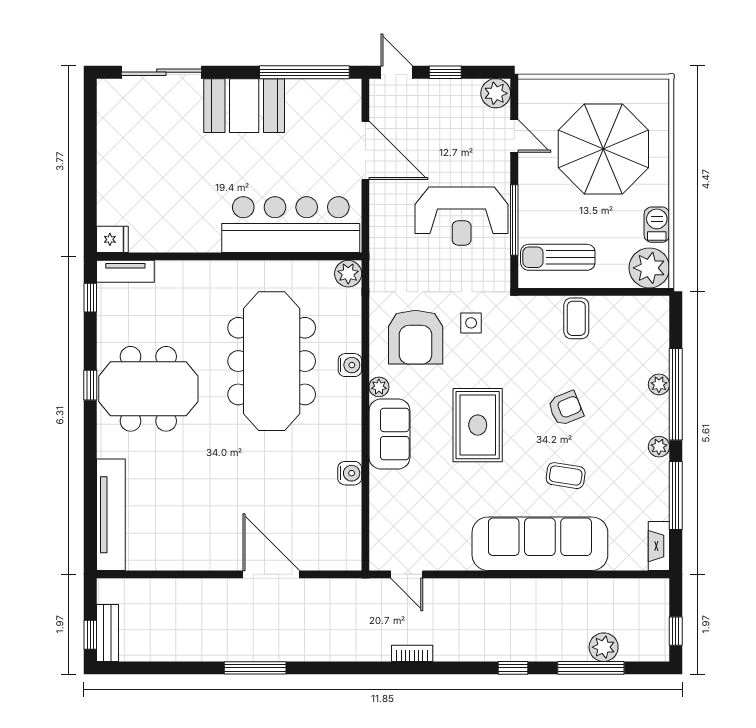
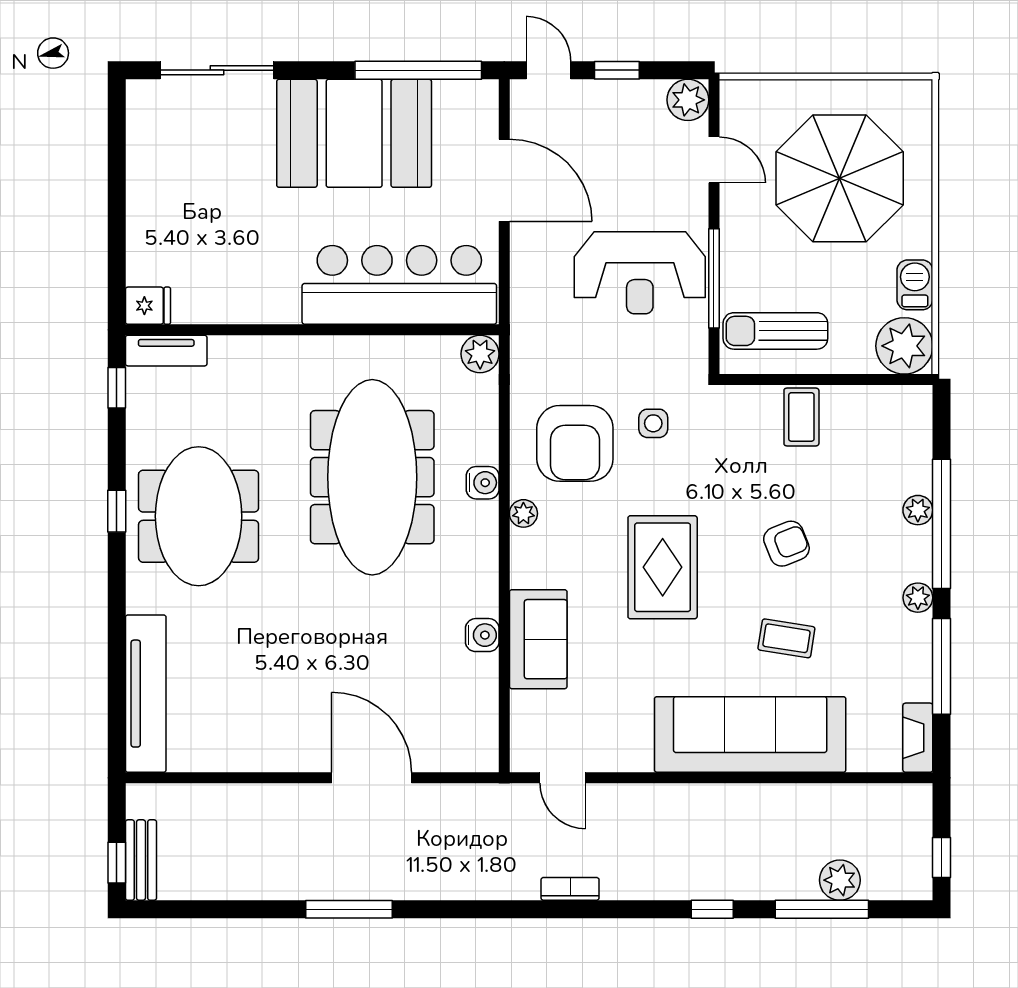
booth: (244, 106) -> (354, 133), width x1.36, depth x1.42
meeting table: (148, 389) -> (199, 516), turned 90
sofa: (389, 434) -> (538, 639), moved

